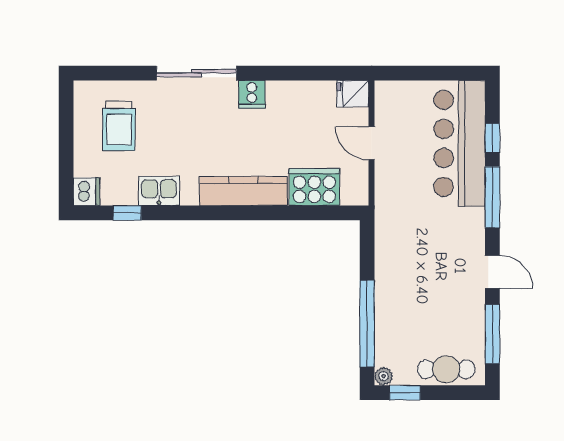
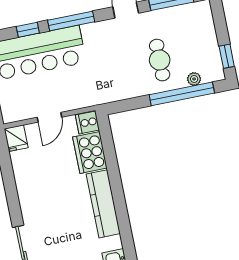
cooker: (252, 94) -> (87, 122), moved, turned 180
cafe table: (446, 369) -> (160, 60), moved
plant: (384, 376) -> (194, 79), moved

